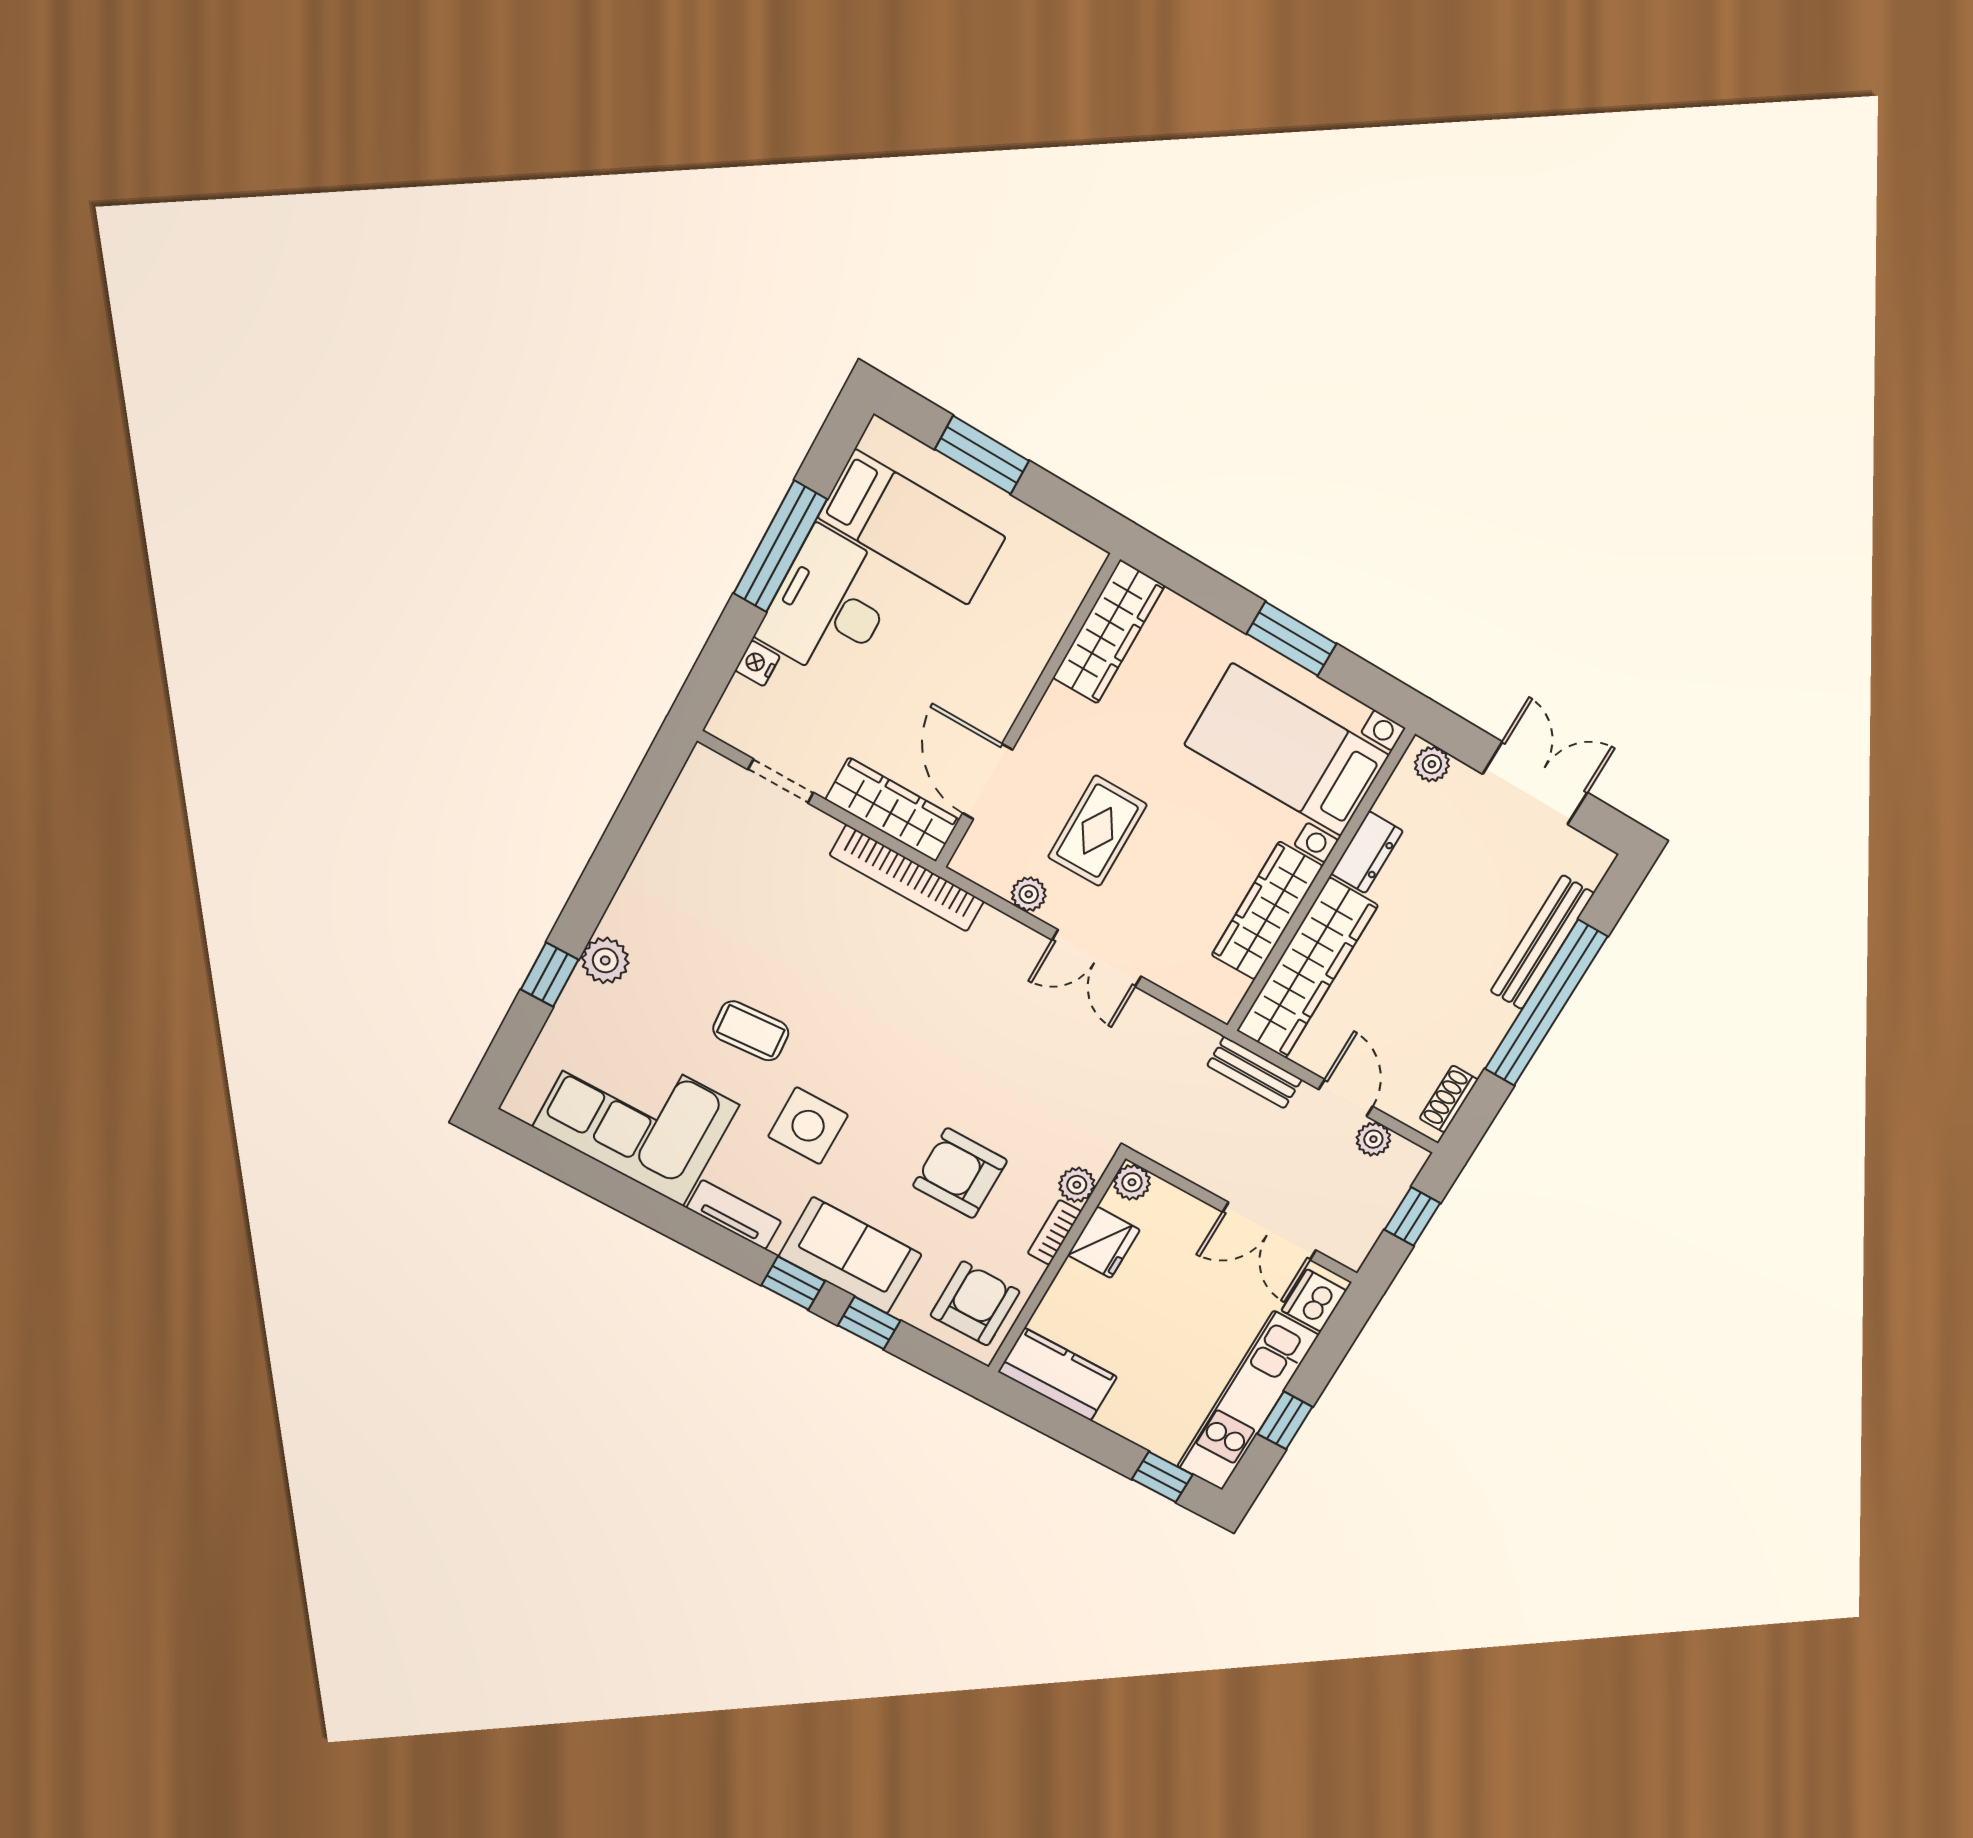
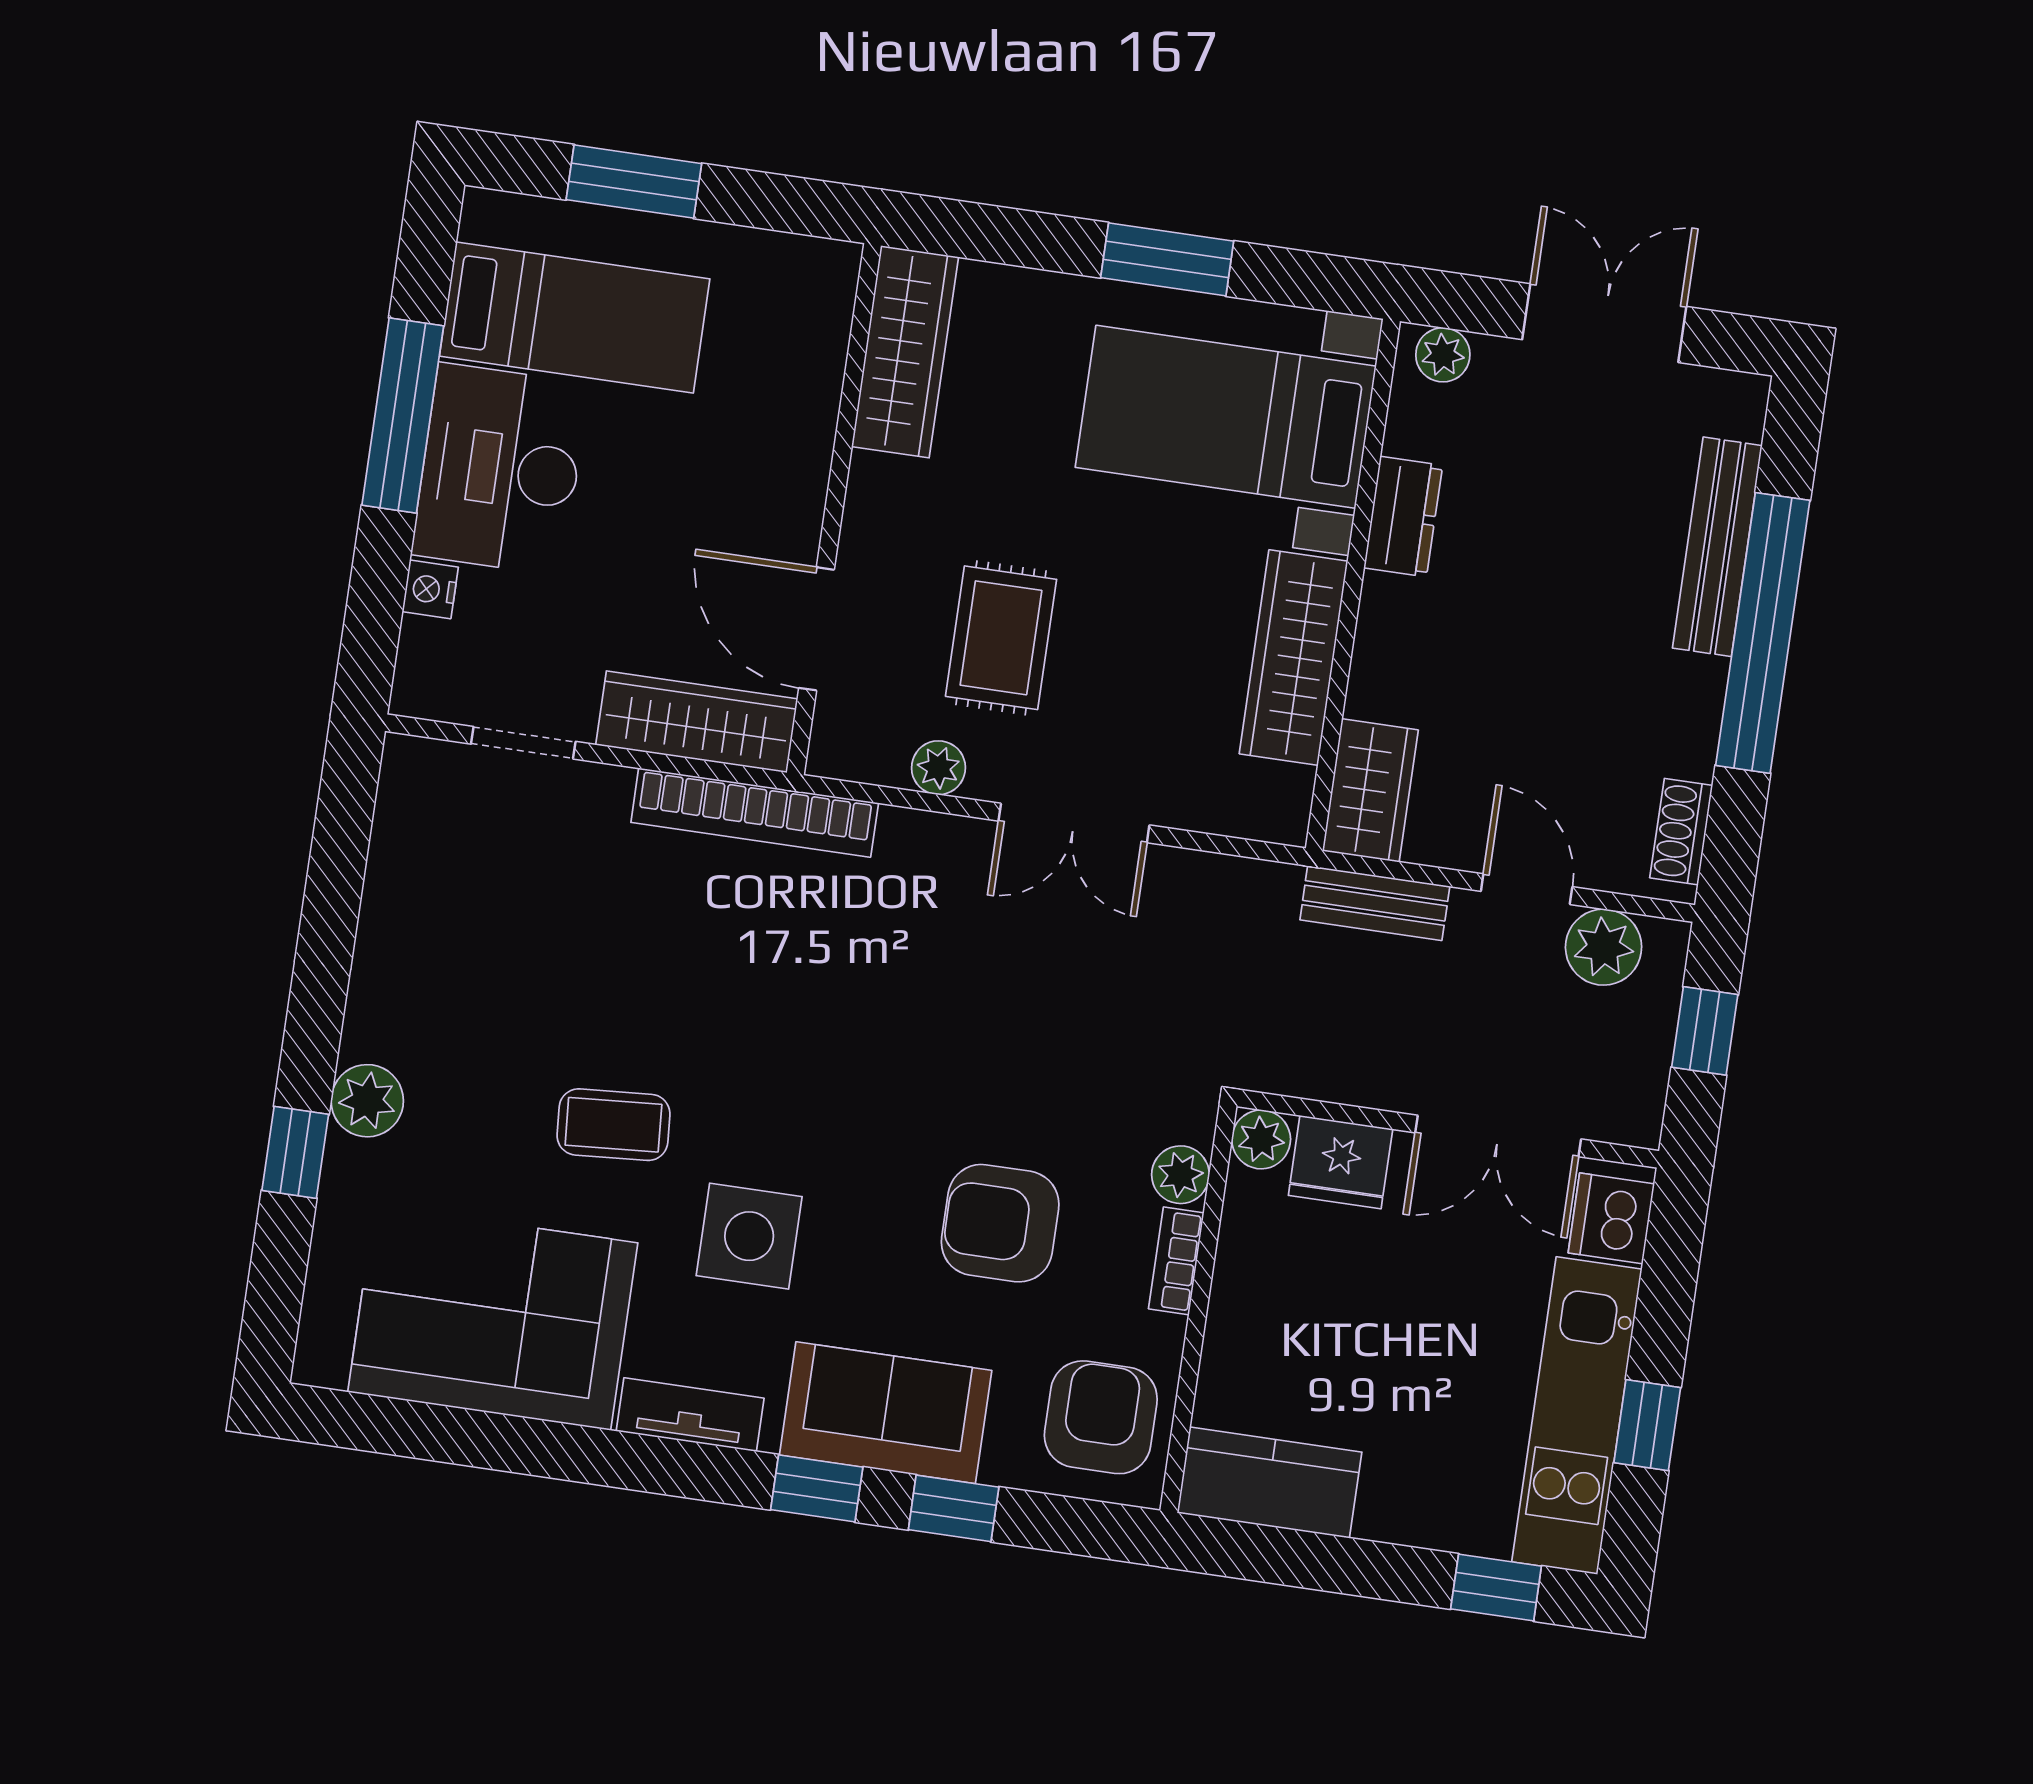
wardrobe: (1307, 968) -> (1370, 790), width x0.48, depth x0.85
plant: (1373, 1139) -> (1604, 947), width x1.38, depth x1.38
fridge: (1104, 1242) -> (1341, 1162), moved, turned 90

